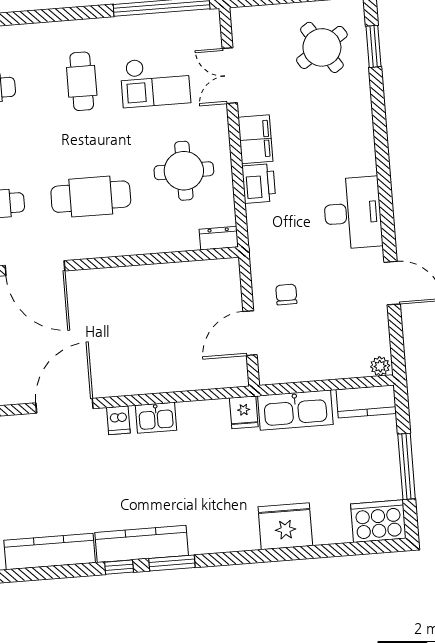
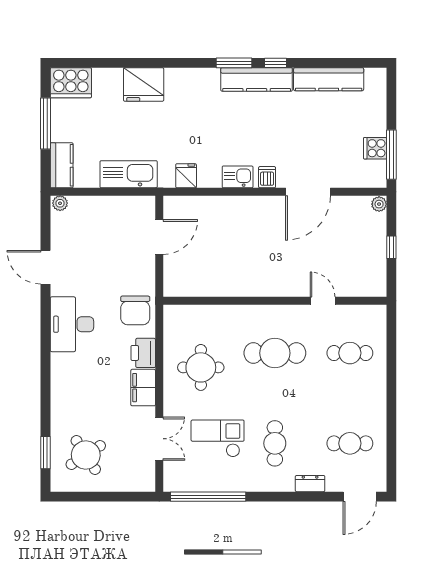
dresser: (219, 238) -> (310, 484), moved, turned 180
door: (35, 268) -> (323, 301), width x0.53
chair: (286, 294) -> (135, 310), moved, width x1.87, depth x1.87
kitchen counter: (366, 401) -> (62, 165), moved, turned 90
fridge: (244, 412) -> (186, 176), moved

